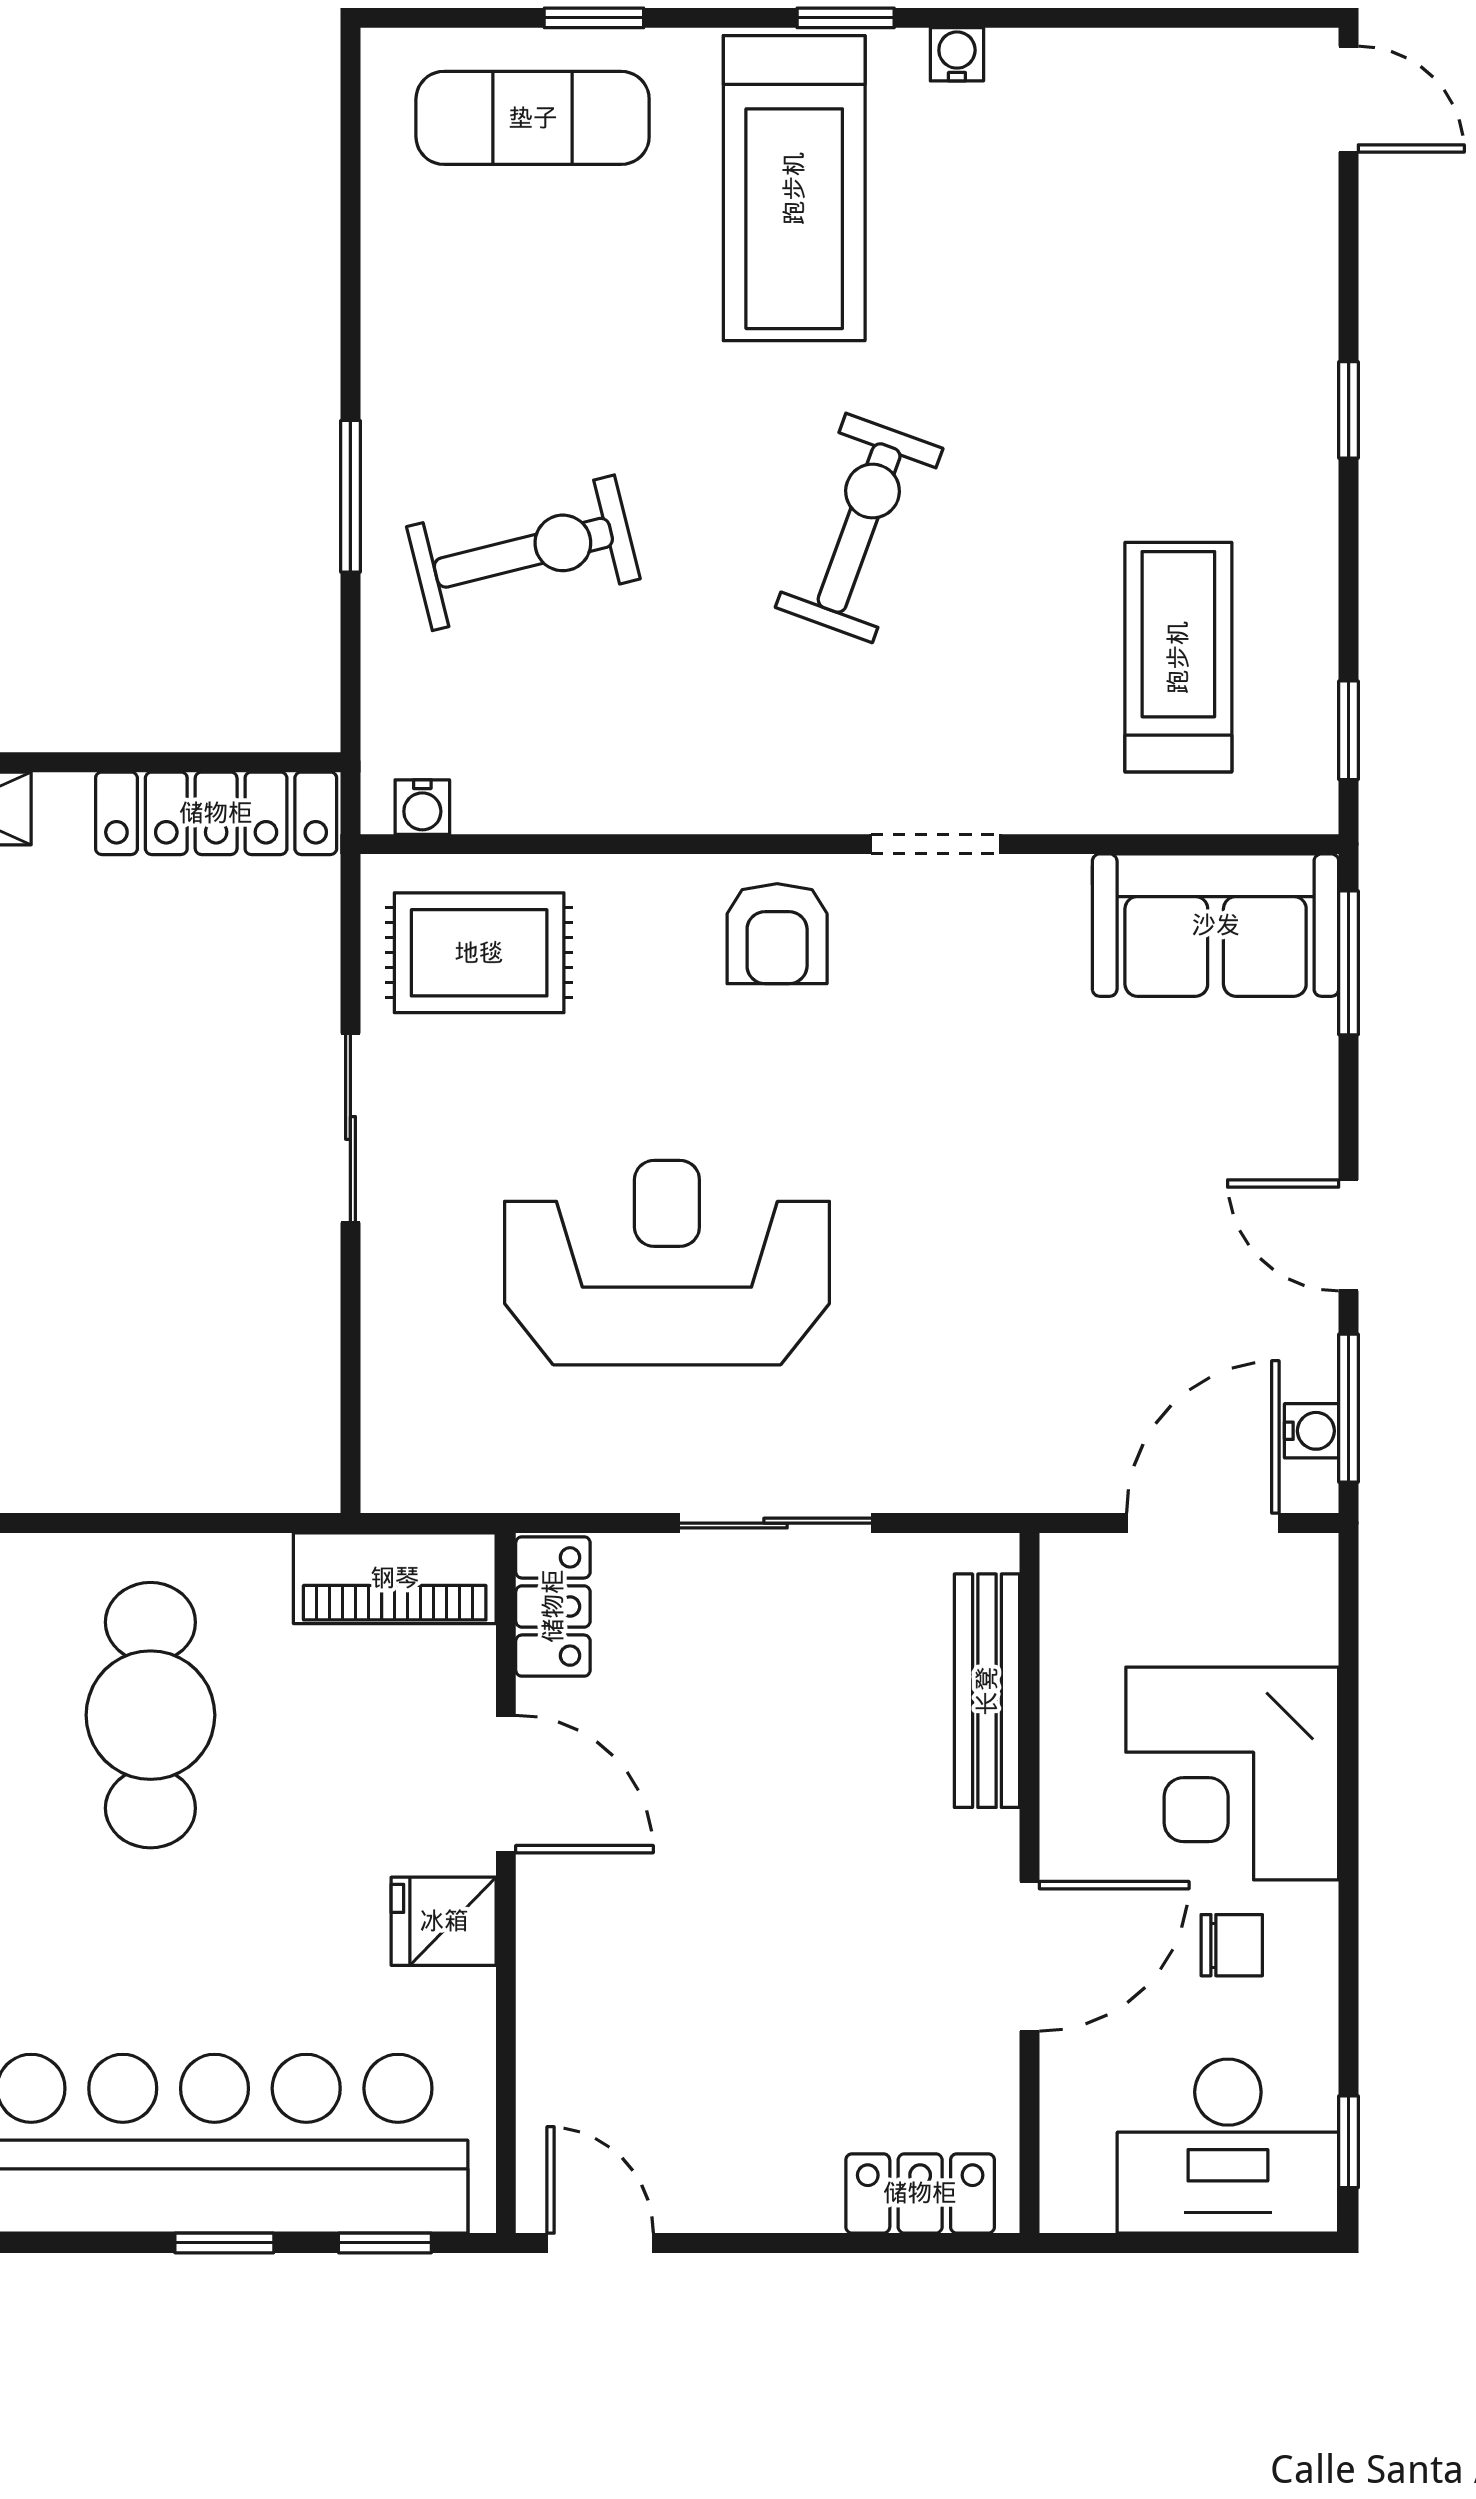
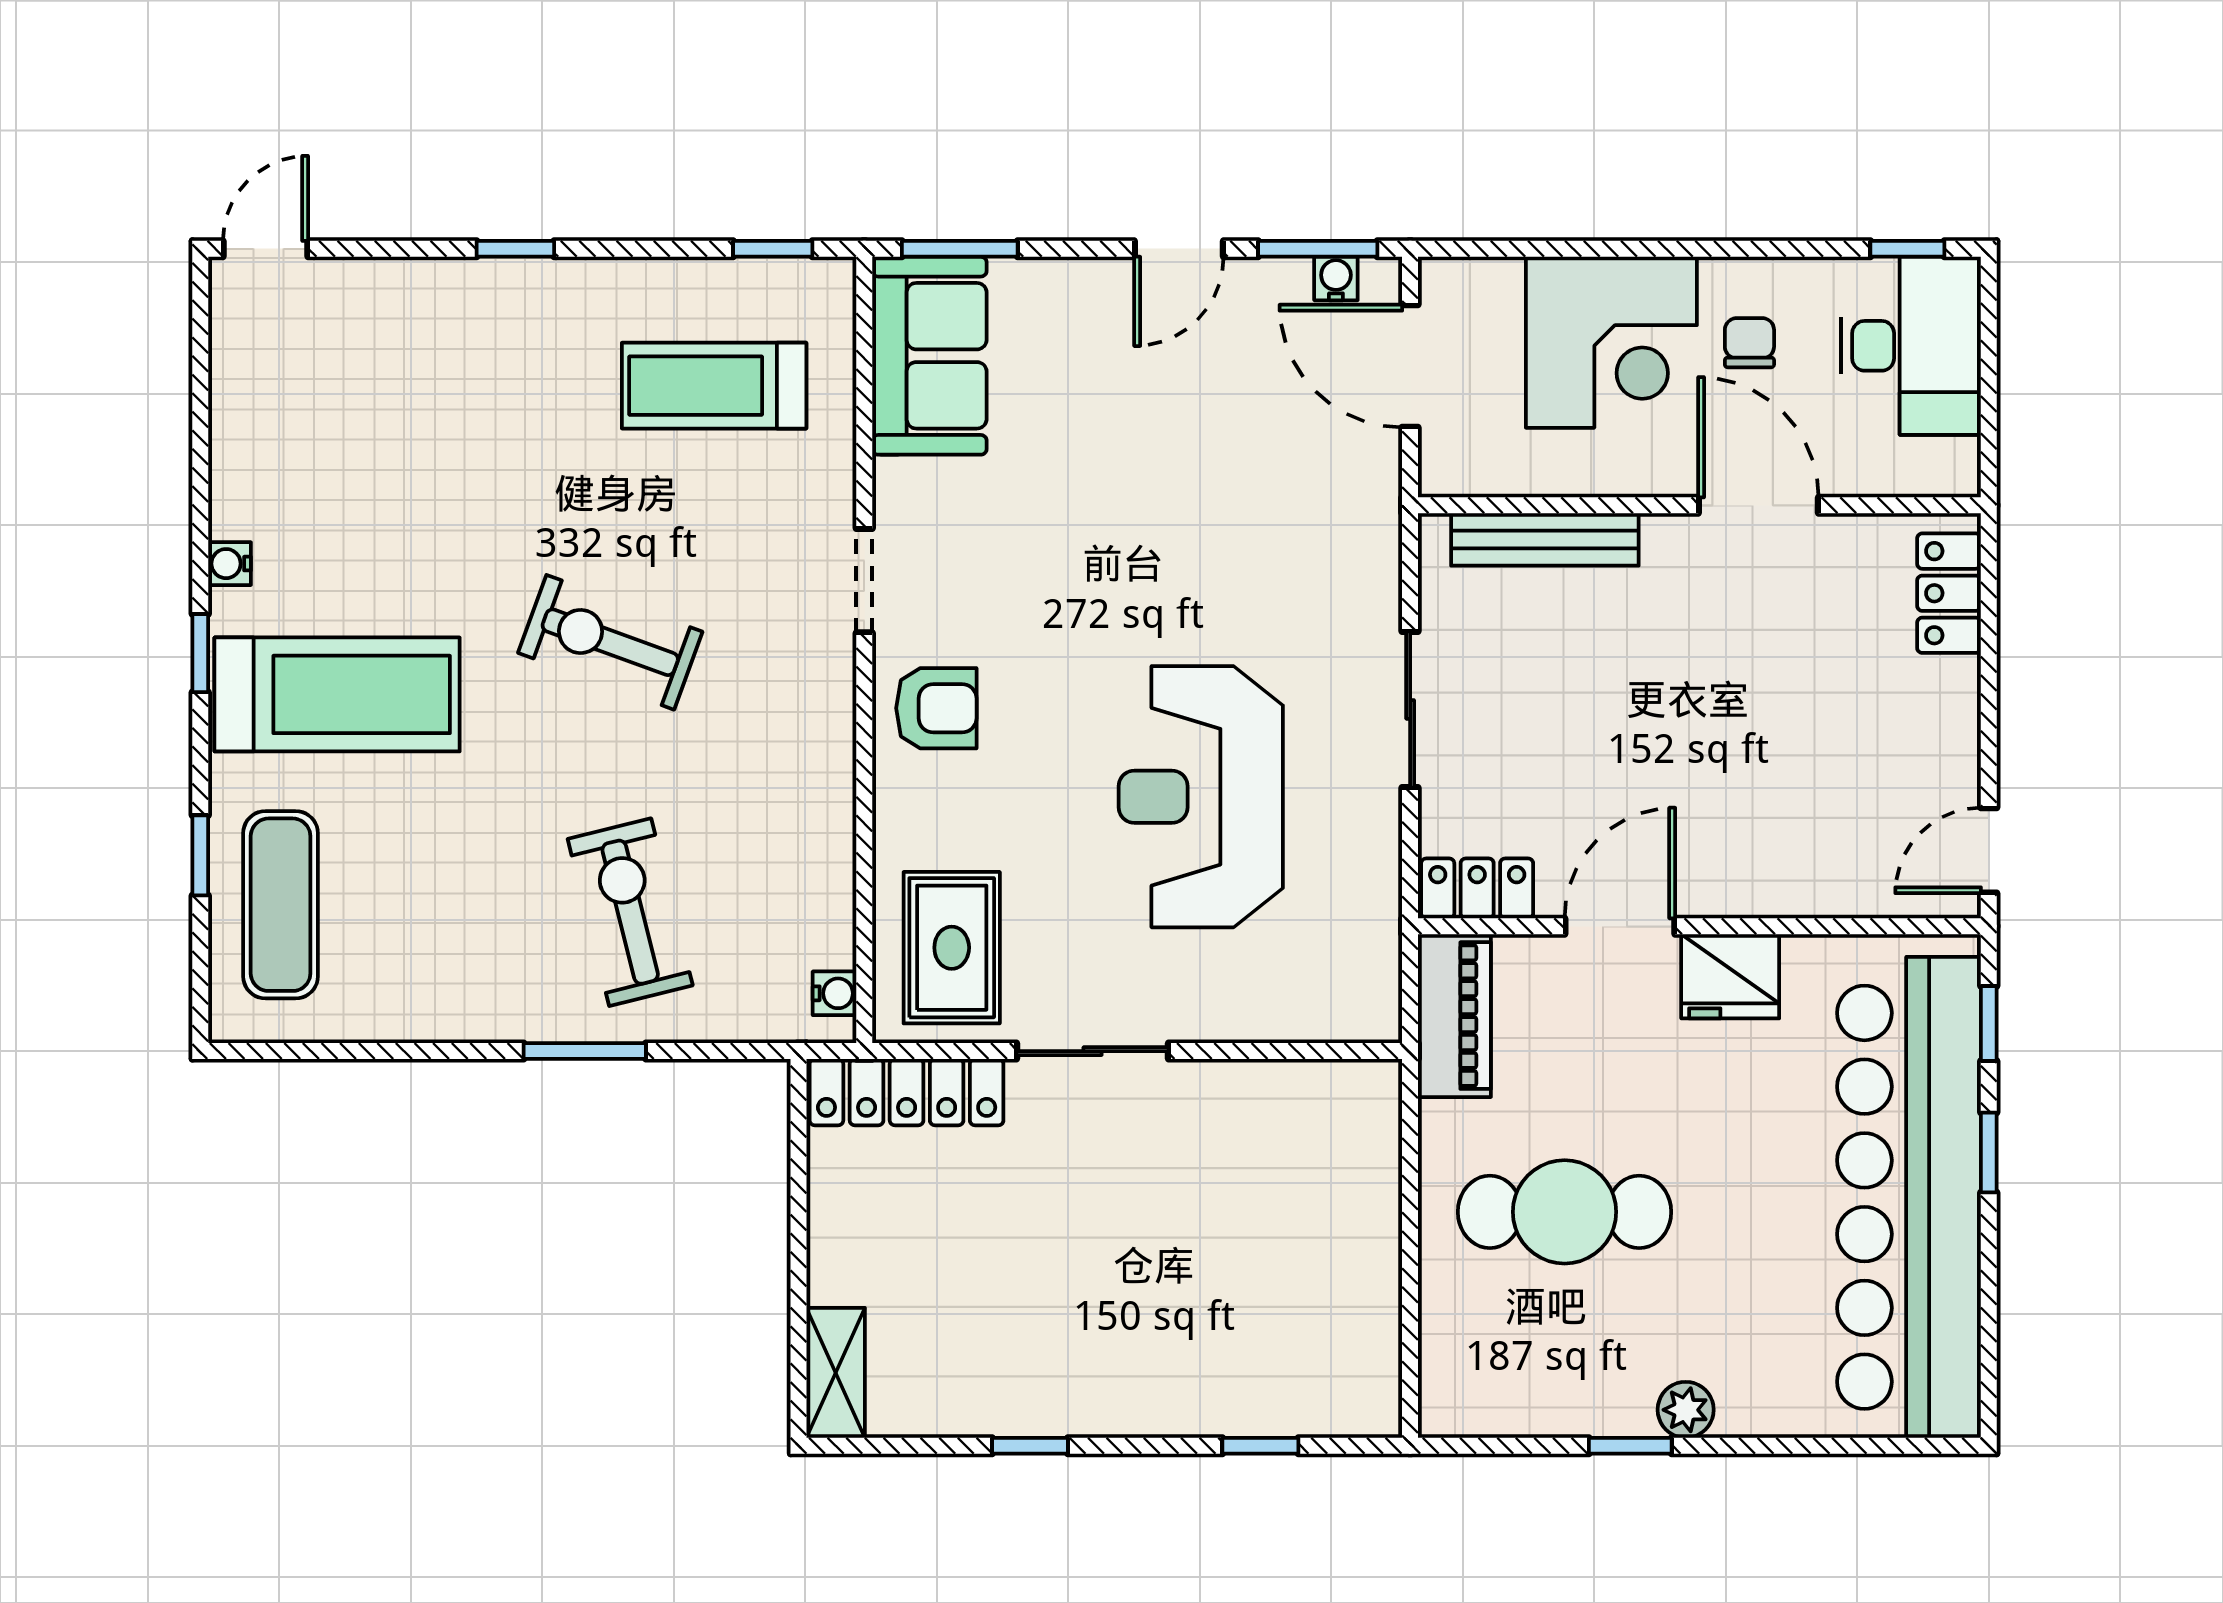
locker: (216, 813) -> (907, 1092), moved, turned 90
fridge: (444, 1921) -> (1730, 976), width x1.38

